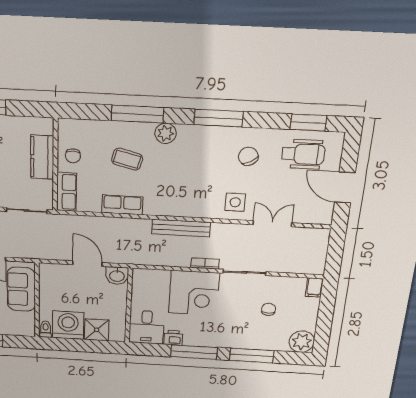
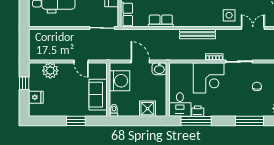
sofa: (21, 289) -> (98, 95), moved
washing machine: (68, 325) -> (119, 81), moved, turned 90
window: (194, 352) -> (196, 121), moved

